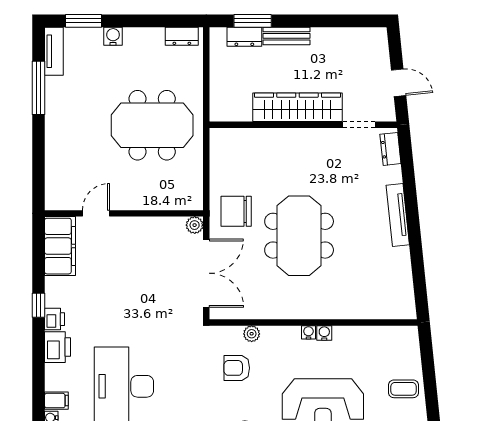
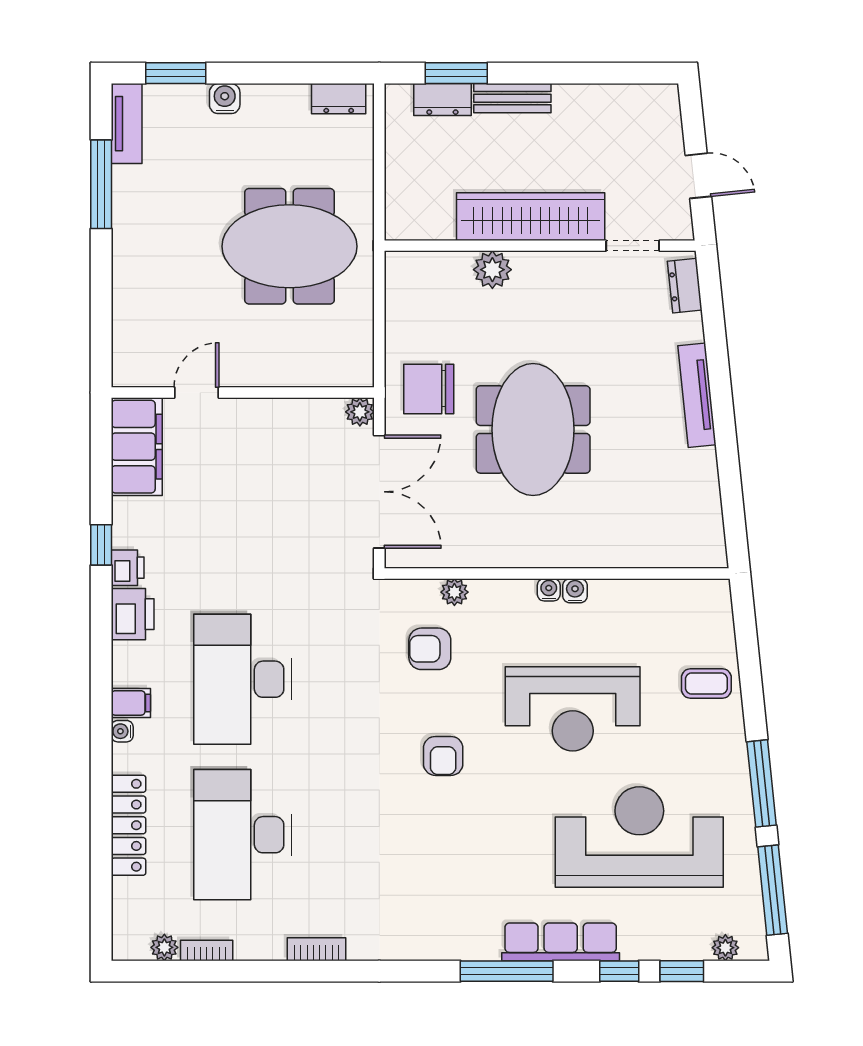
plant: (274, 139) -> (492, 270), added

